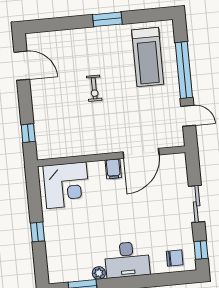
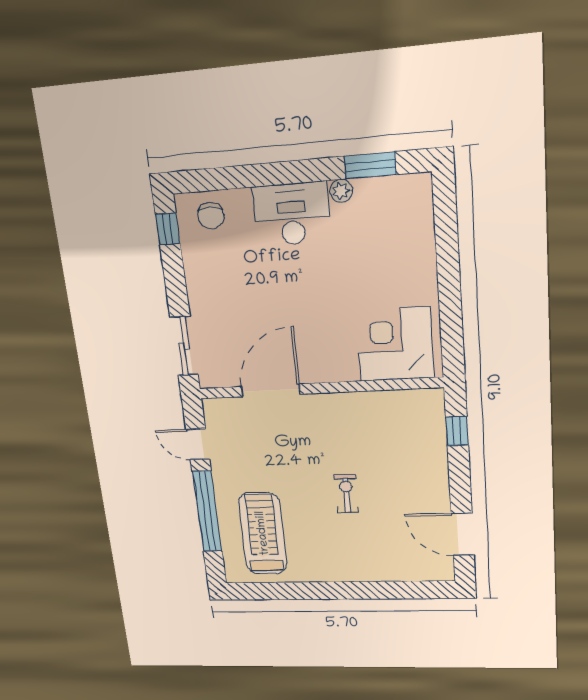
window: (107, 19) -> (325, 591), removed
filing cabinet: (113, 169) -> (316, 368), removed
sliding door: (197, 204) -> (184, 346), moved
window: (38, 232) -> (448, 266), removed
chair: (175, 258) -> (211, 216), turned -90

